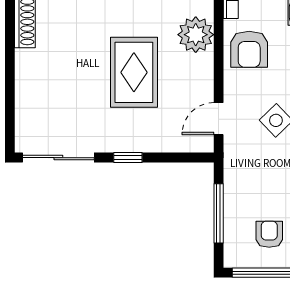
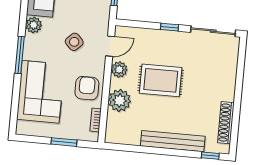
rug: (134, 72) -> (161, 80), turned 90
plant: (201, 83) -> (119, 69), added

